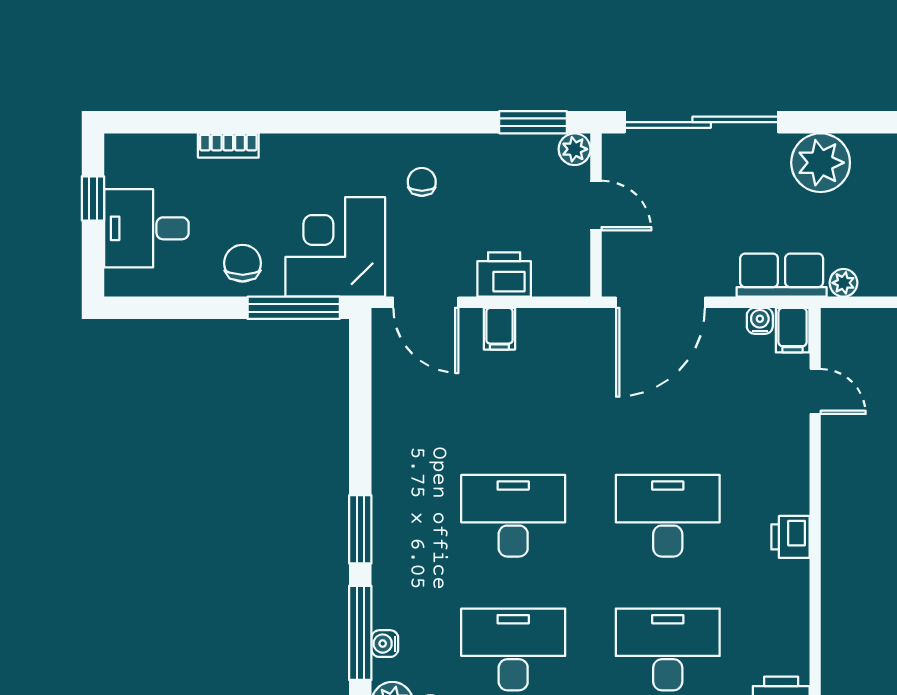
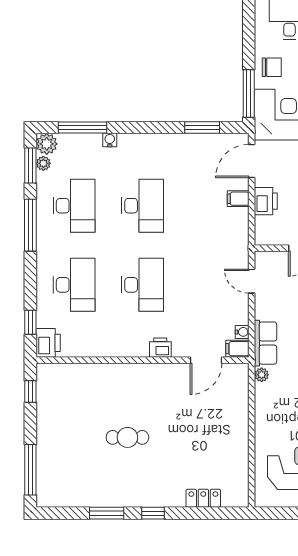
door: (661, 302) -> (252, 281), width x0.53
door: (815, 391) -> (206, 360), width x1.38
window: (360, 529) -> (202, 127), moved
printer: (790, 537) -> (160, 348), moved
water cooler: (385, 644) -> (110, 140), moved

